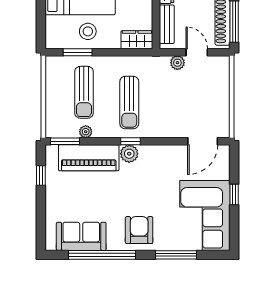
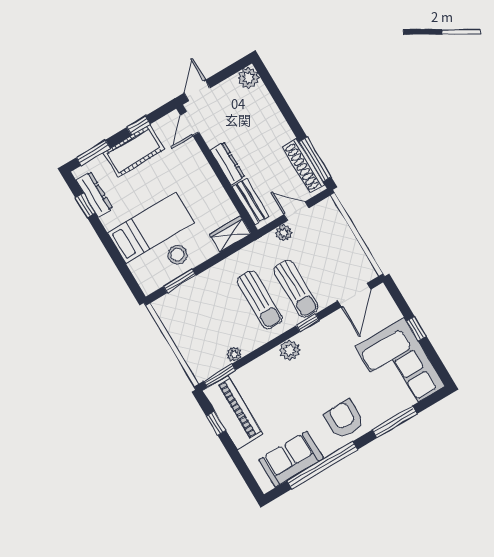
sun lounger: (84, 92) -> (296, 289), moved
window: (131, 141) -> (308, 323), moved
piano: (89, 158) -> (232, 413), moved, turned -90

